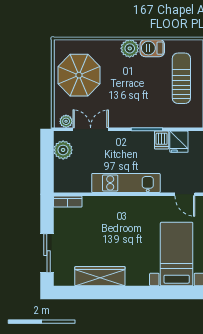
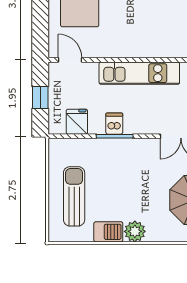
sun lounger: (181, 78) -> (74, 196), turned 180
dishwasher: (162, 140) -> (114, 124), moved

